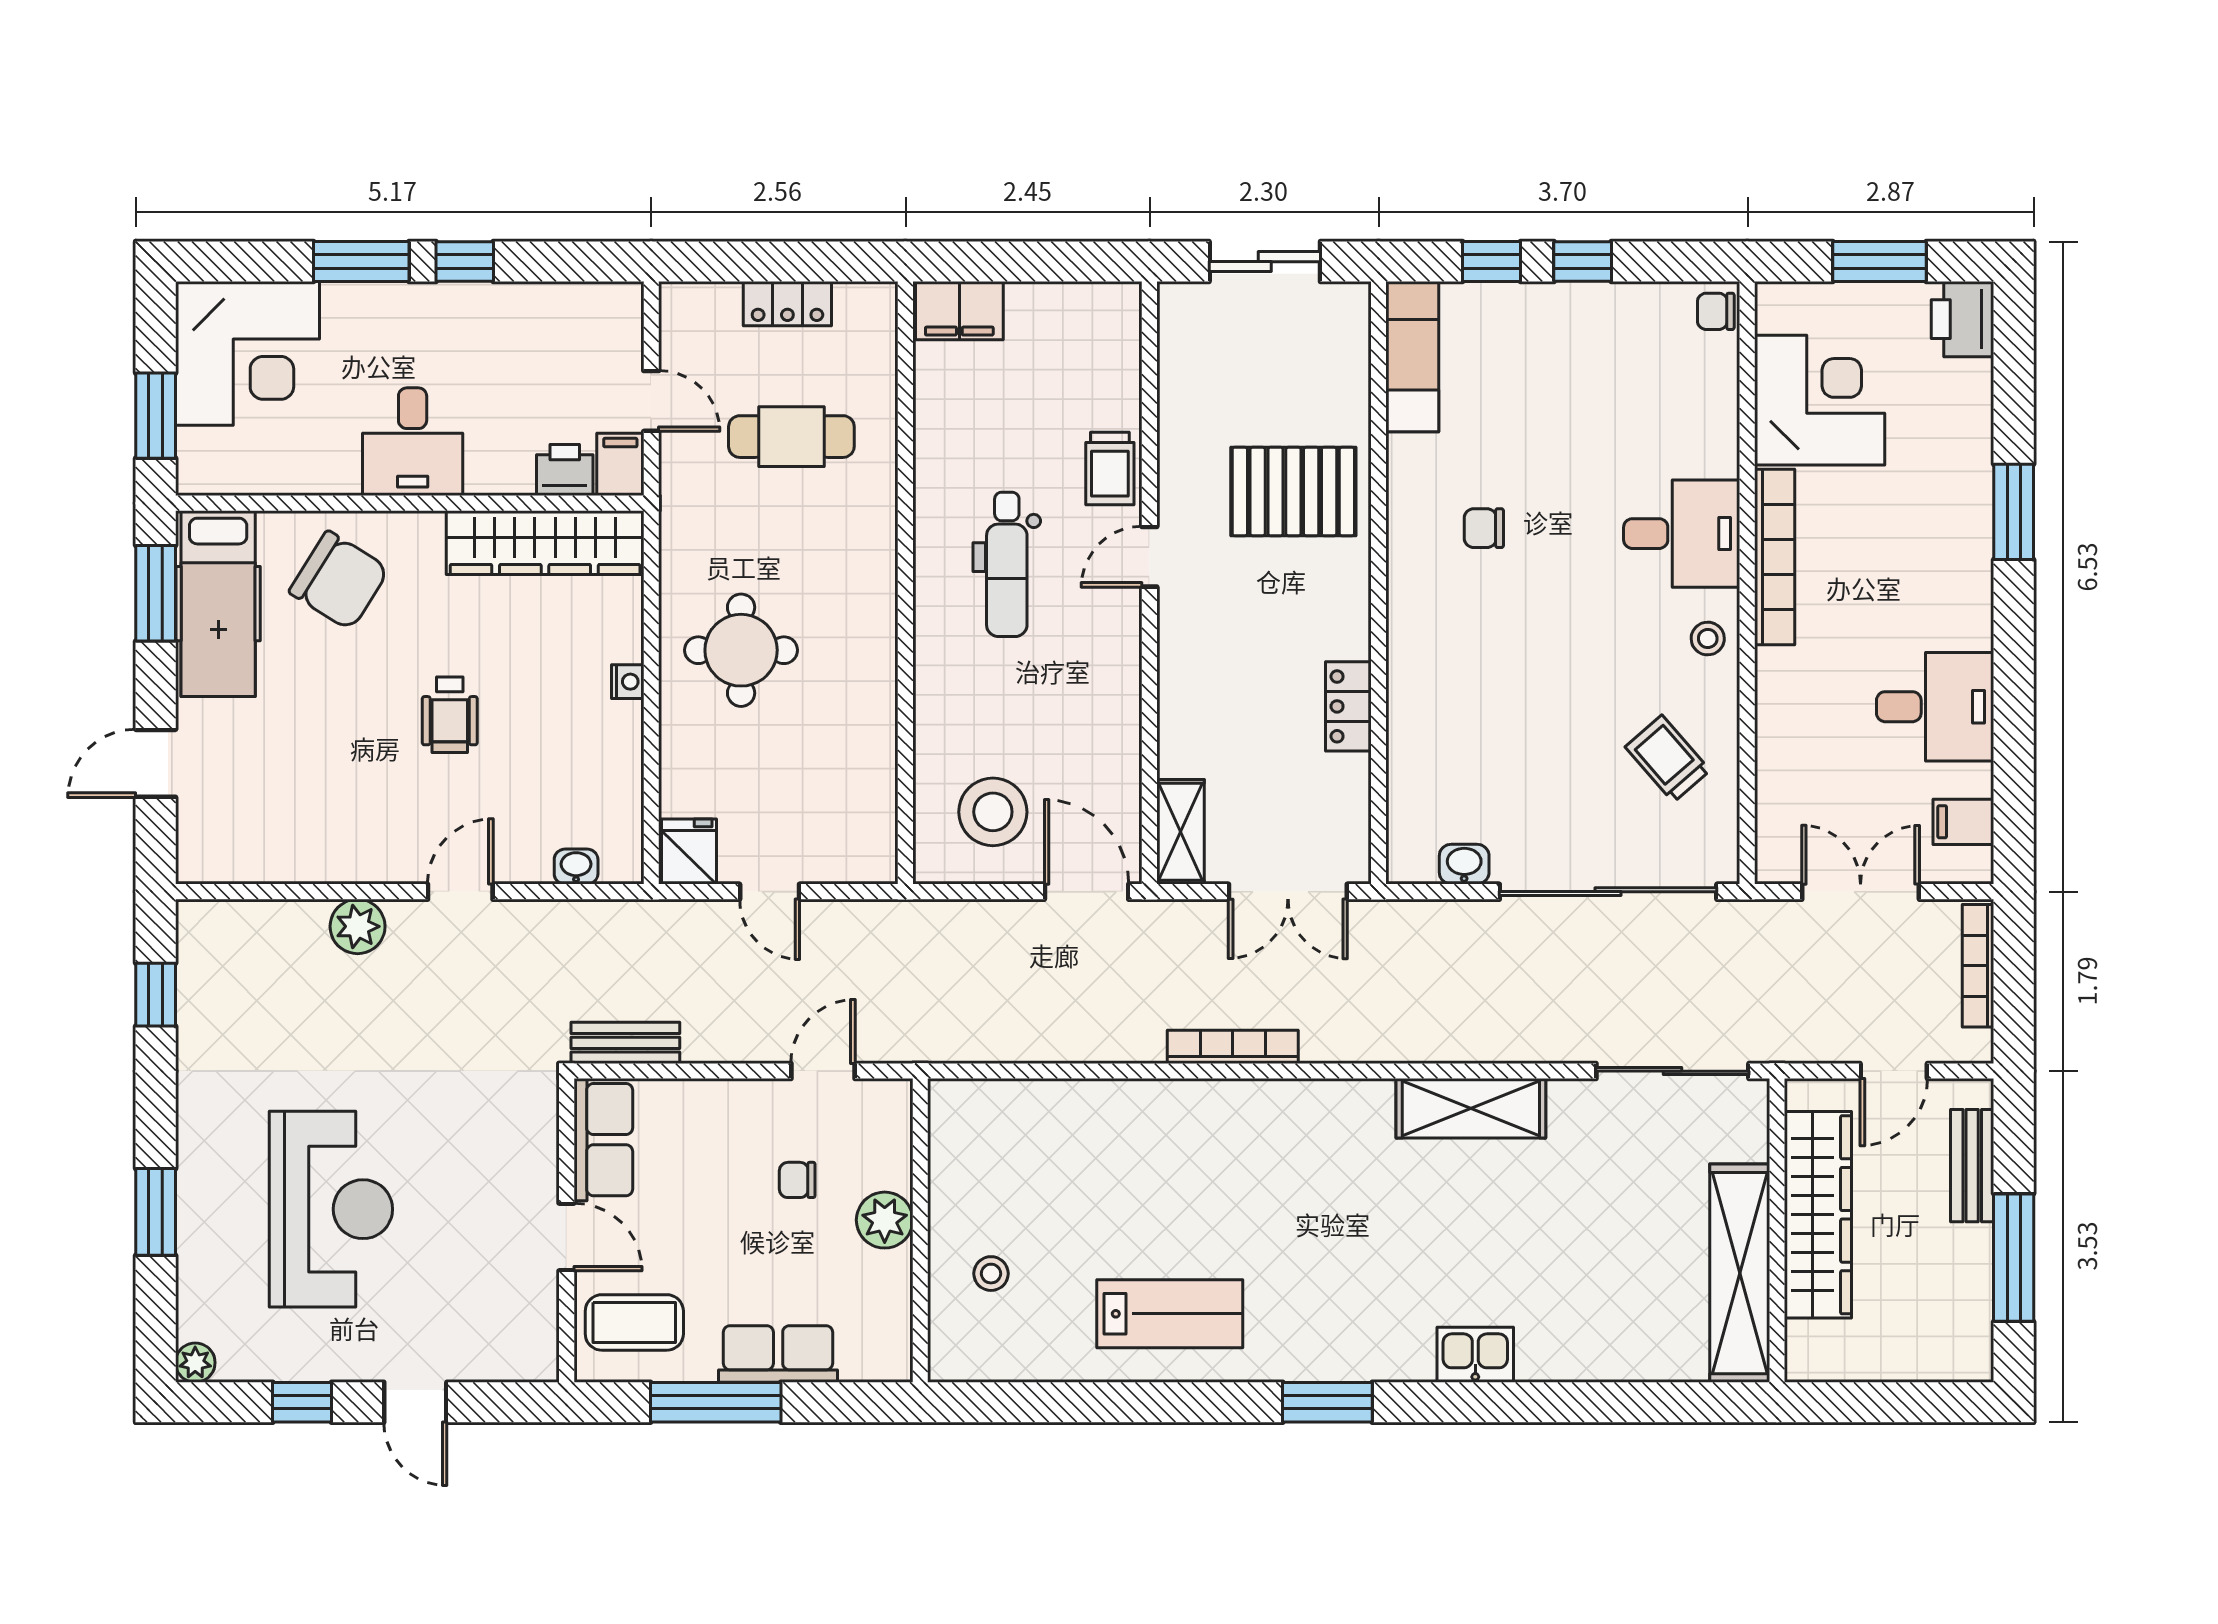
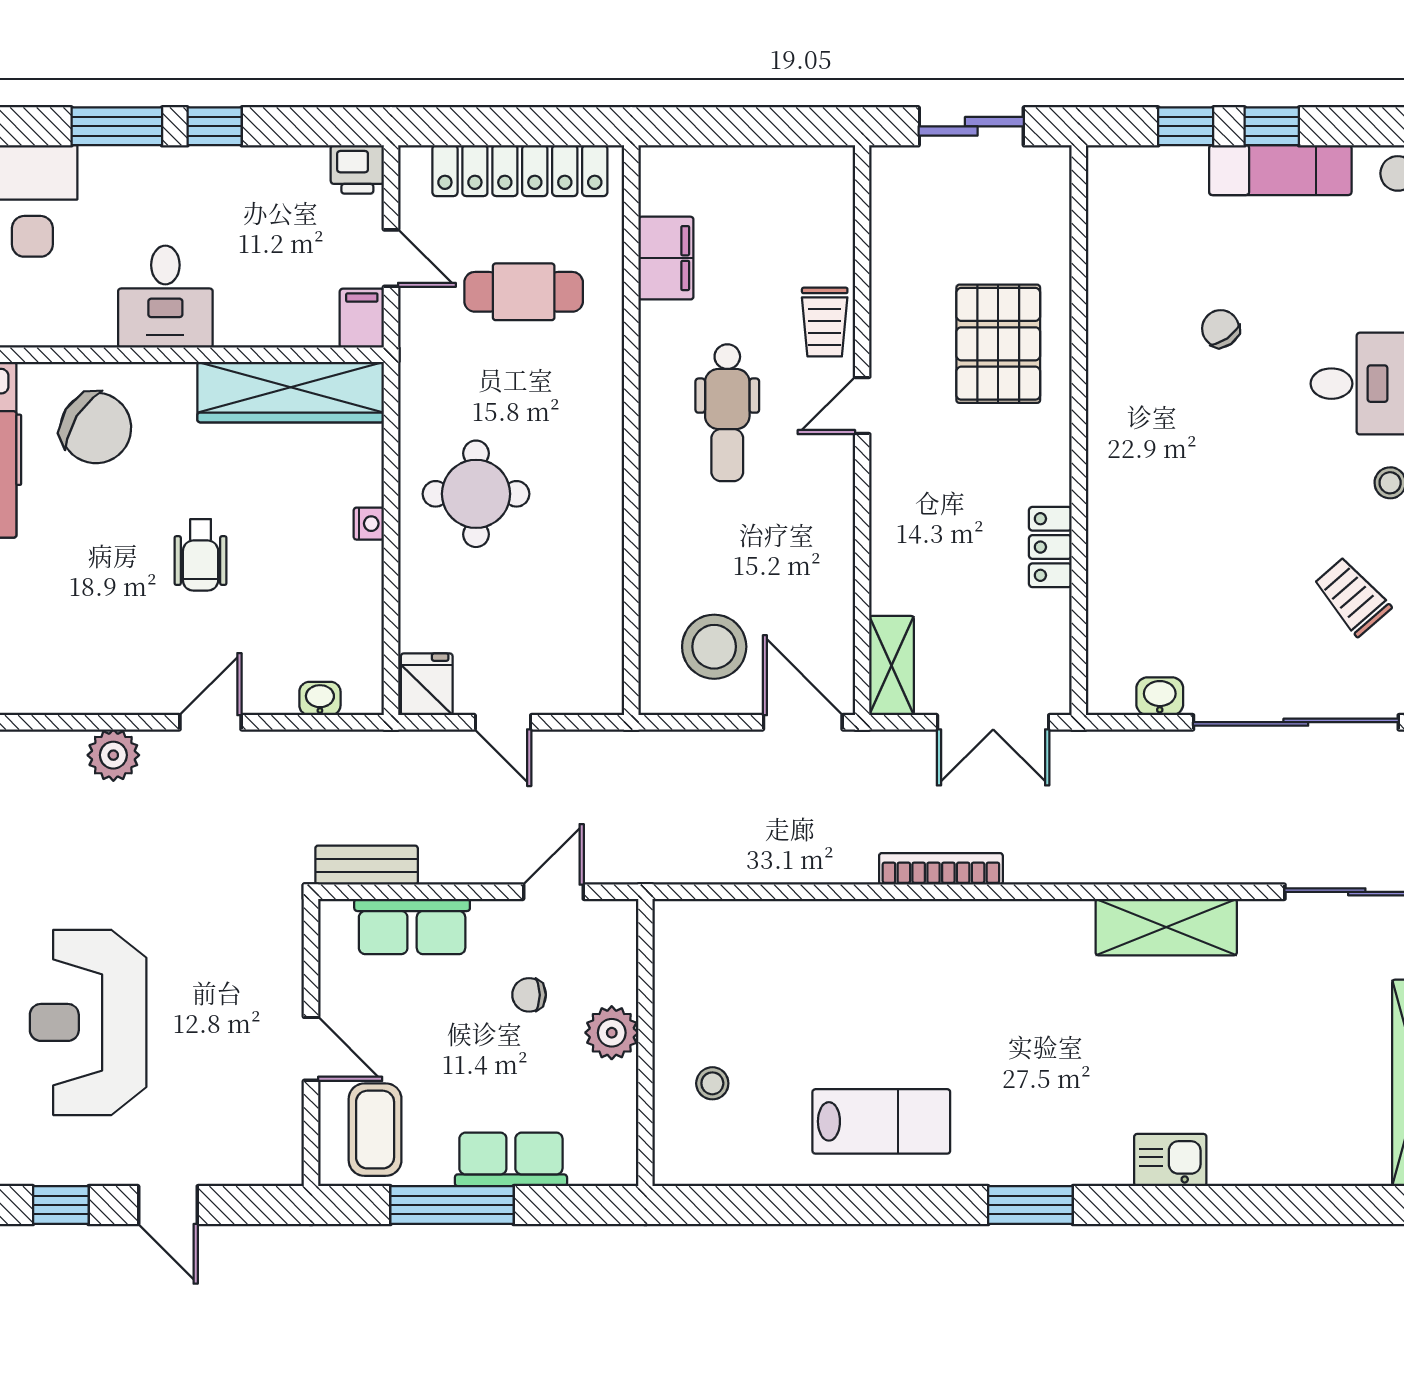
locker: (787, 304) -> (520, 171), width x2.16, depth x1.21
filing cabinet: (959, 311) -> (666, 258), moved, turned -90
exam couch: (1412, 357) -> (1280, 170), moved, turned 90
printer: (565, 470) -> (357, 169), moved, turned 180
pallet: (1293, 492) -> (998, 344), turned 90
chair: (1484, 528) -> (1221, 329), moved, turned 55
row of seats: (603, 1140) -> (412, 927), moved, turned 90
reception desk: (331, 1209) -> (88, 1022), turned 180
coffee table: (634, 1322) -> (375, 1130), turned 90

